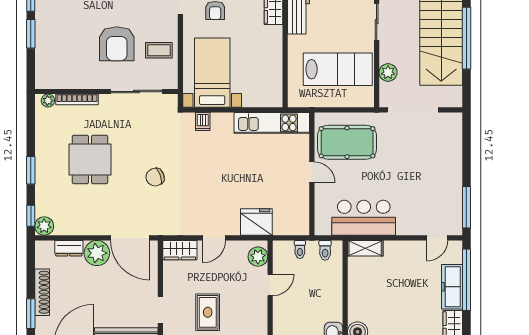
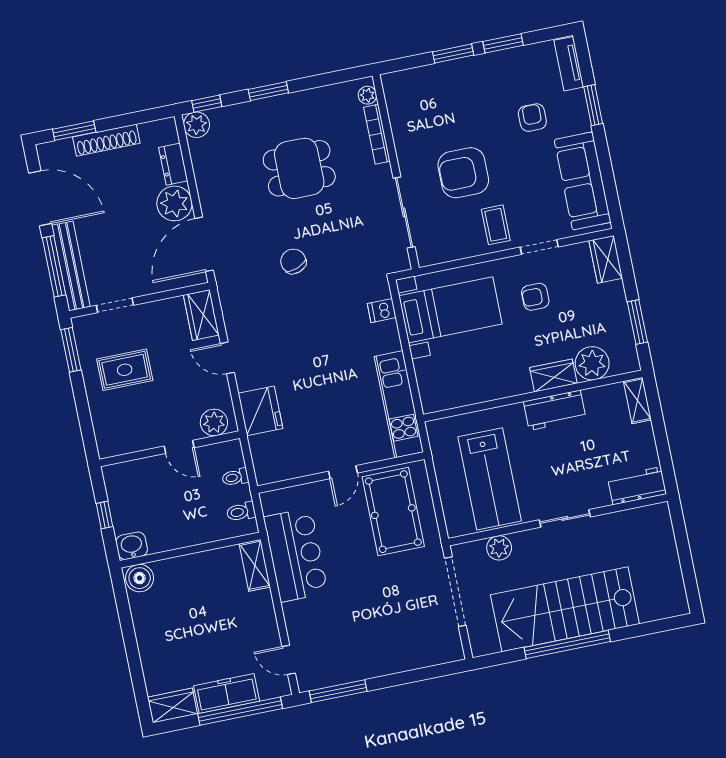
coffee table: (159, 50) -> (496, 225), moved

